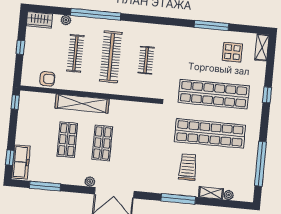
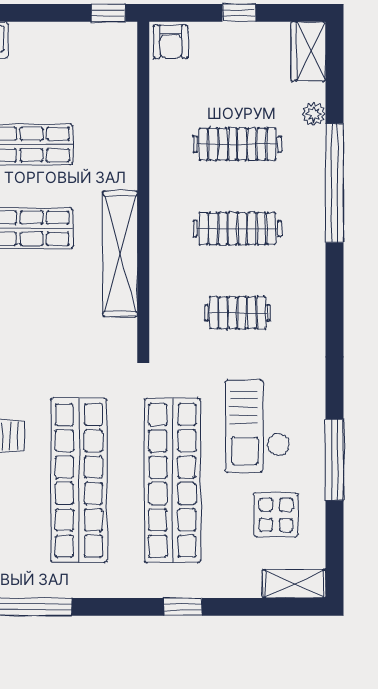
checkout: (194, 56) -> (258, 426), added
clothes rail: (111, 57) -> (237, 228), width x0.73, depth x0.76
armchair: (47, 79) -> (171, 42), moved
shelving: (82, 104) -> (120, 254), moved

